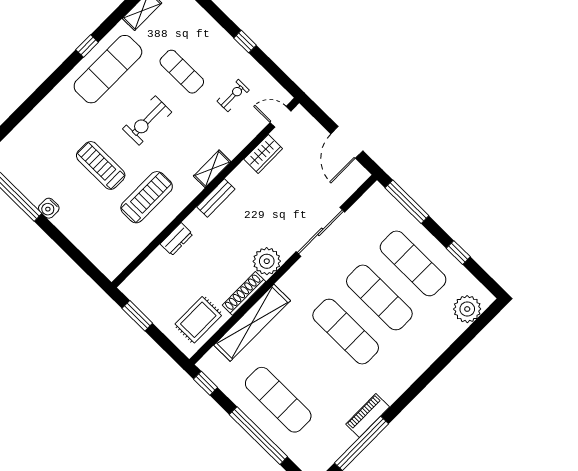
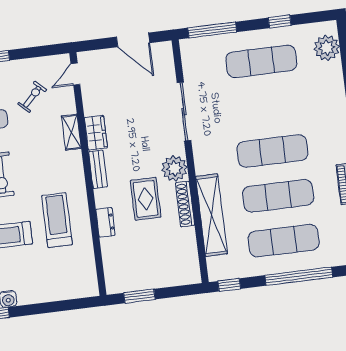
exercise bike: (233, 96) -> (32, 97), turned 44
wardrobe: (263, 154) -> (96, 133), moved
shelving: (212, 169) -> (71, 132), moved
exercise mat: (379, 297) -> (278, 196), moved
rug: (198, 320) -> (146, 199), moved

